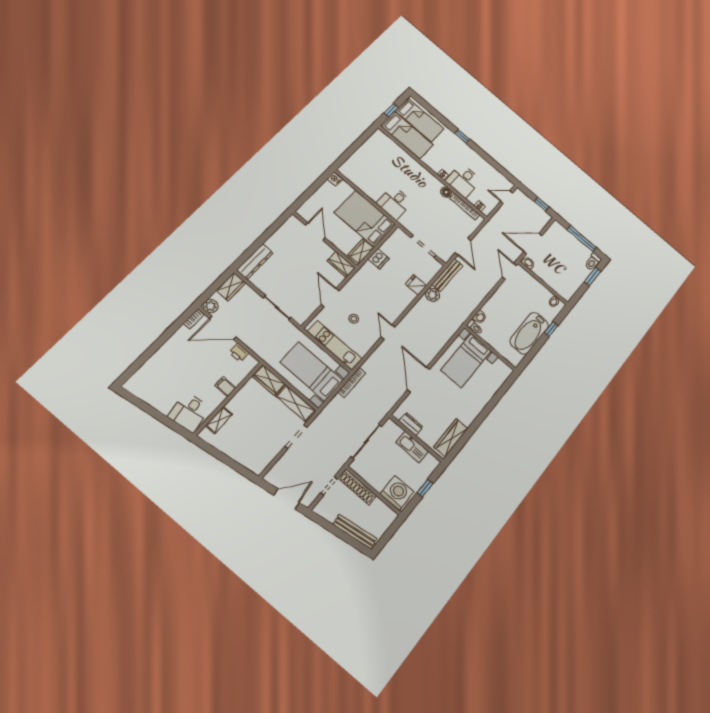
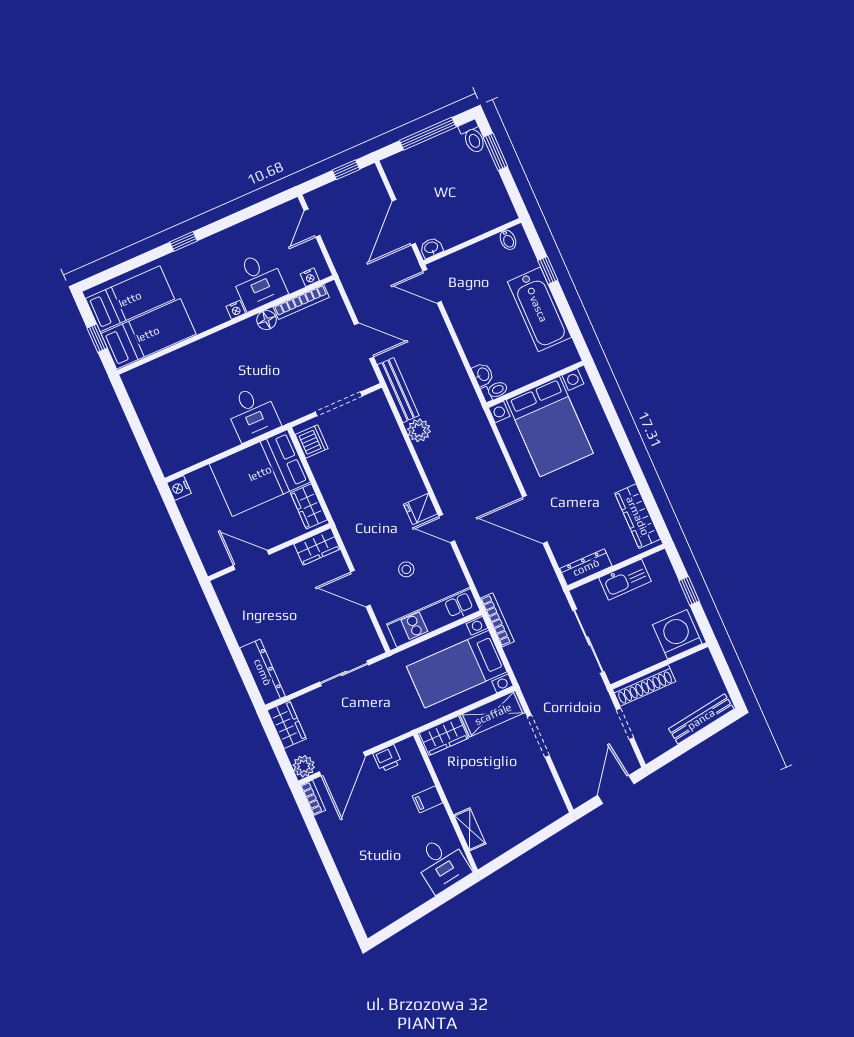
dishwasher: (379, 259) -> (312, 442), moved
fridge: (416, 285) -> (420, 509), moved
bed with nightstands: (466, 360) -> (550, 427), width x1.36
dresser: (411, 424) -> (586, 567), width x1.44

